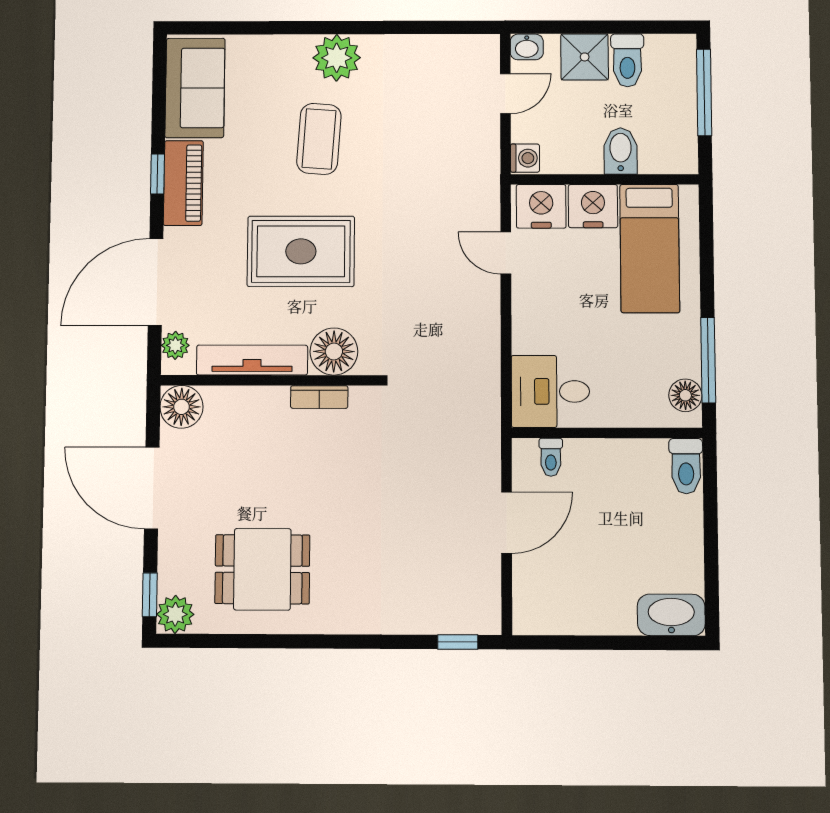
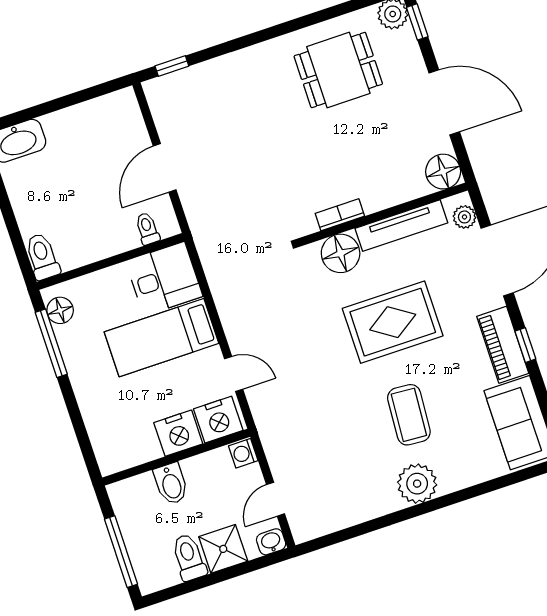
bed: (650, 248) -> (162, 338), moved, turned -90

